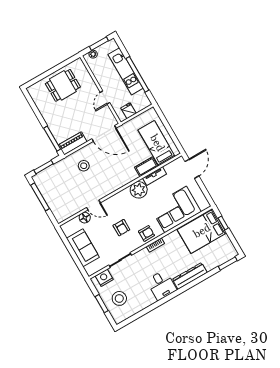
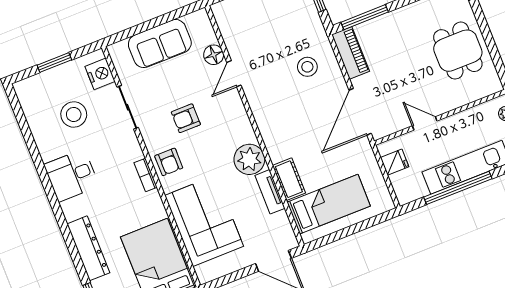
dresser: (190, 276) -> (88, 248), moved
stool: (119, 298) -> (74, 114), moved

